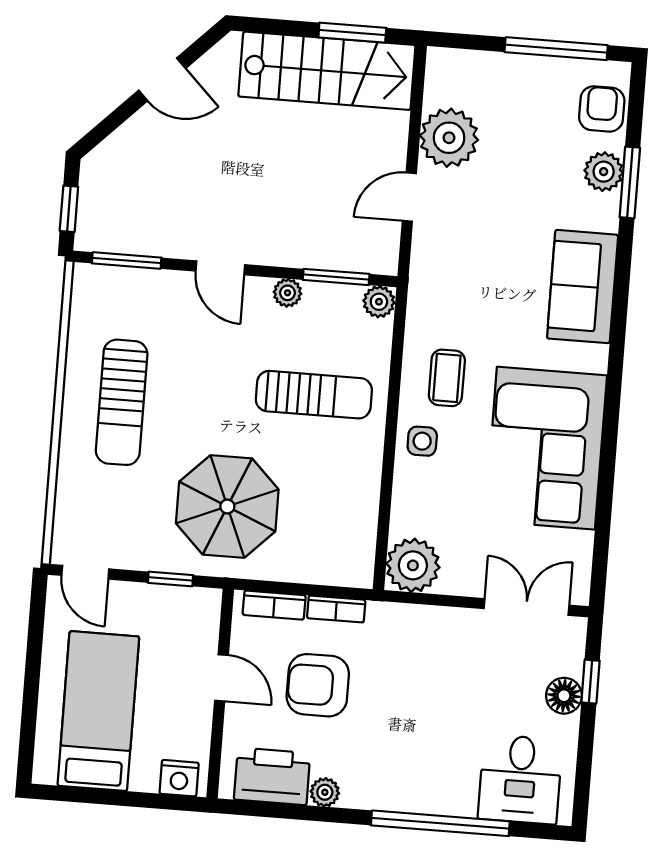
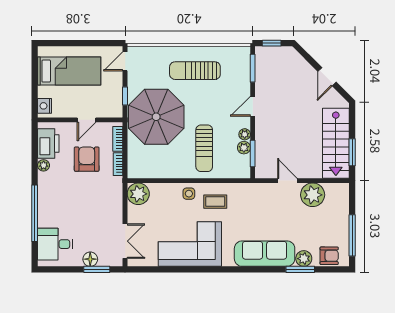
sofa: (583, 287) -> (265, 254), width x1.36
plant: (379, 302) -> (244, 148), moved
parasol: (227, 506) -> (156, 117), width x1.36, depth x1.36
window: (591, 682) -> (97, 269), width x1.50

